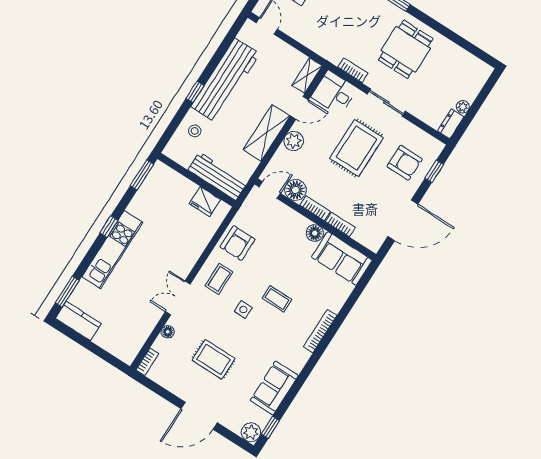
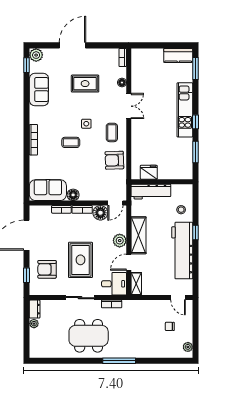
dining table: (406, 49) -> (89, 336), width x1.38
window: (142, 175) -> (195, 152), moved
armchair: (238, 243) -> (114, 160), turned -92

